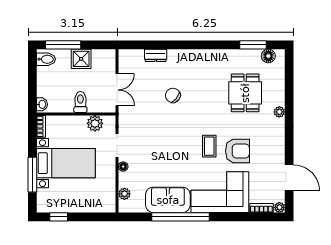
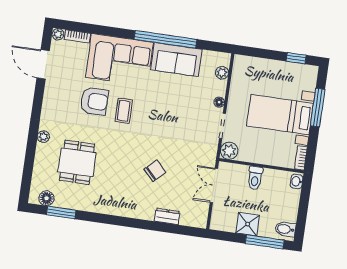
chair: (173, 95) -> (155, 171), turned -83
plant: (95, 123) -> (229, 151), moved
armchair: (237, 151) -> (94, 101), turned 180

